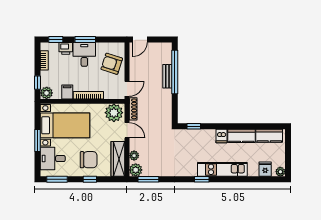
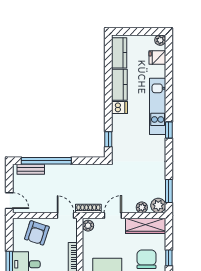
bench: (167, 76) -> (31, 169), moved
plant: (114, 113) -> (88, 226), width x0.53, depth x0.53

